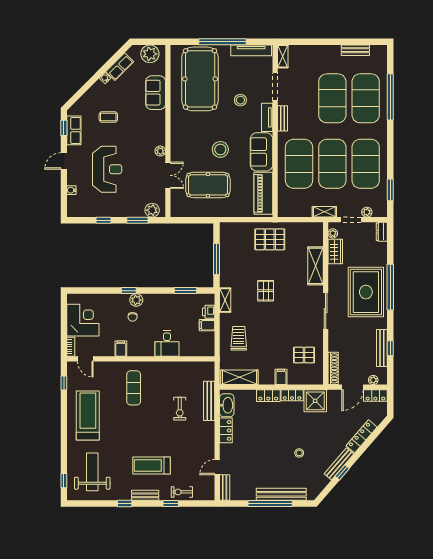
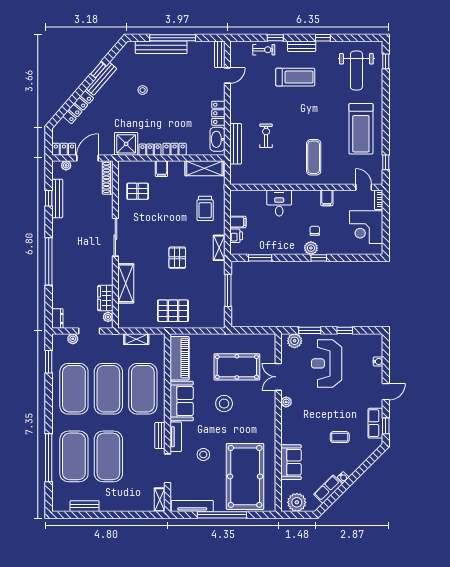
reception desk: (107, 169) -> (327, 363), moved
shelving: (324, 212) -> (136, 339), moved
rug: (366, 292) -> (74, 256), removed

